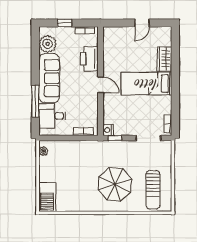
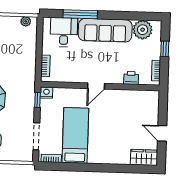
printer: (89, 59) -> (131, 78), width x0.53, depth x0.68
wardrobe: (165, 59) -> (144, 157), moved
bed: (146, 84) -> (75, 135), moved

